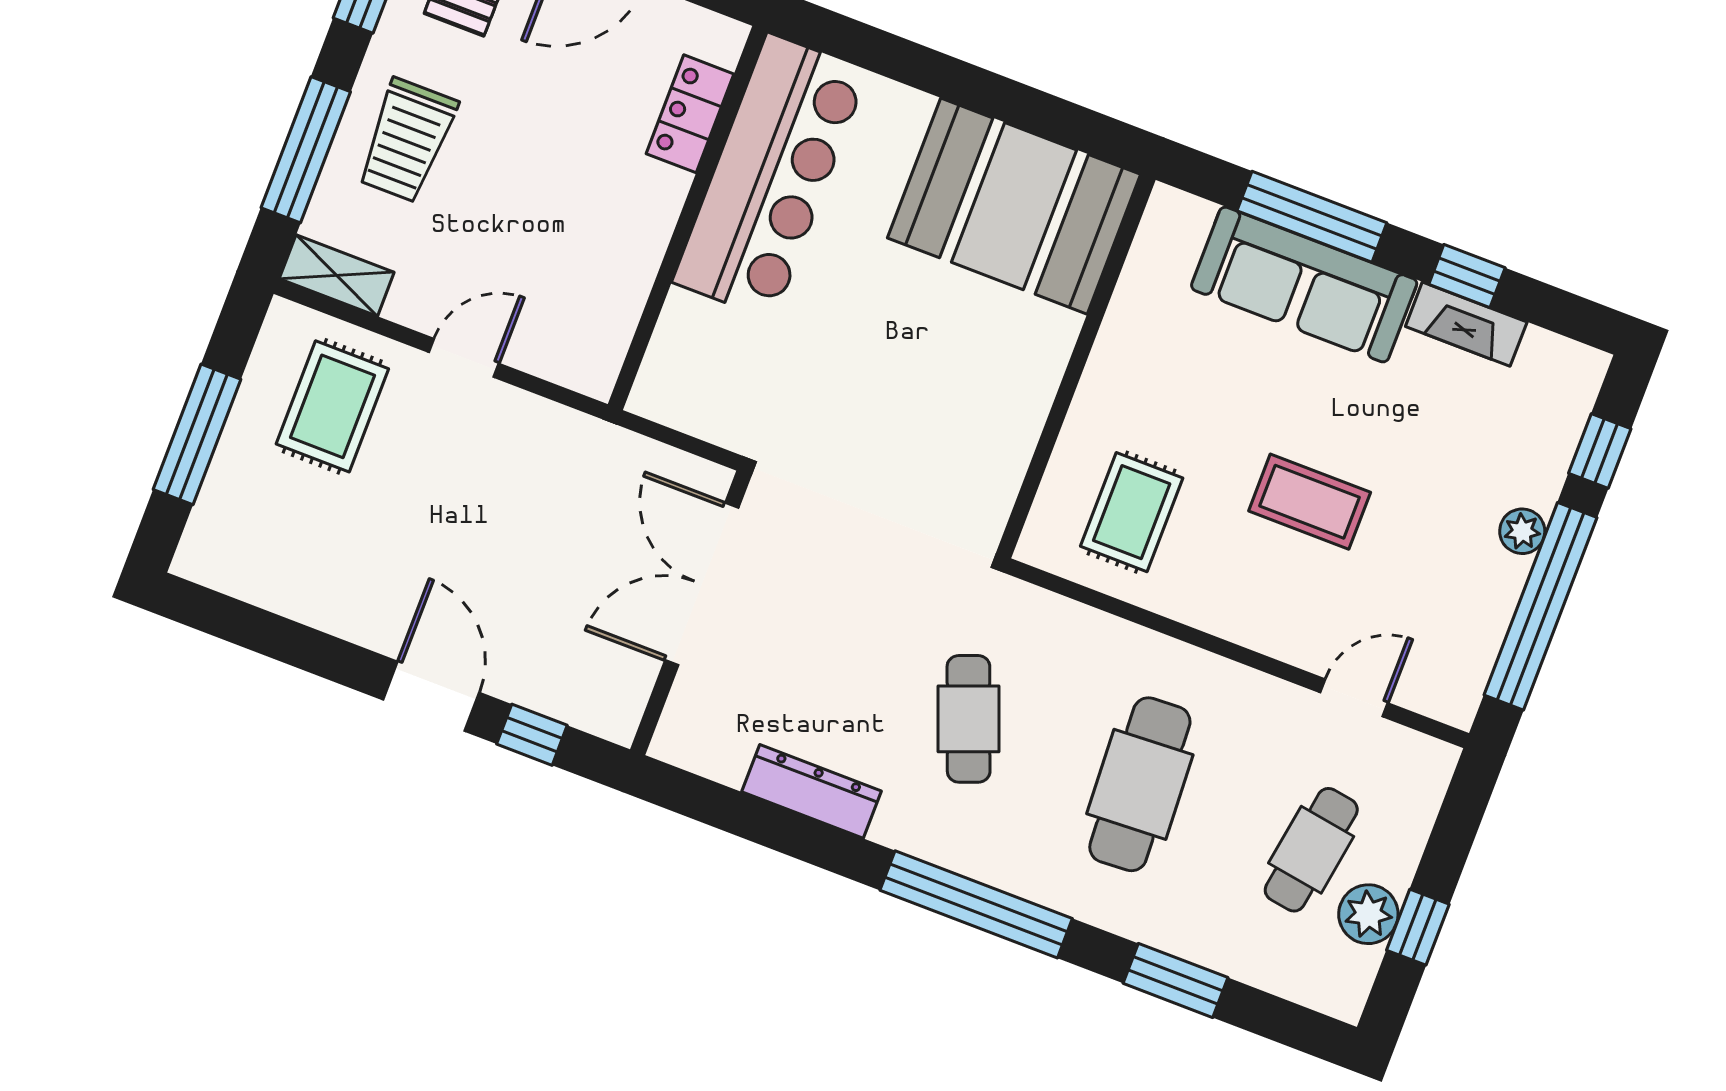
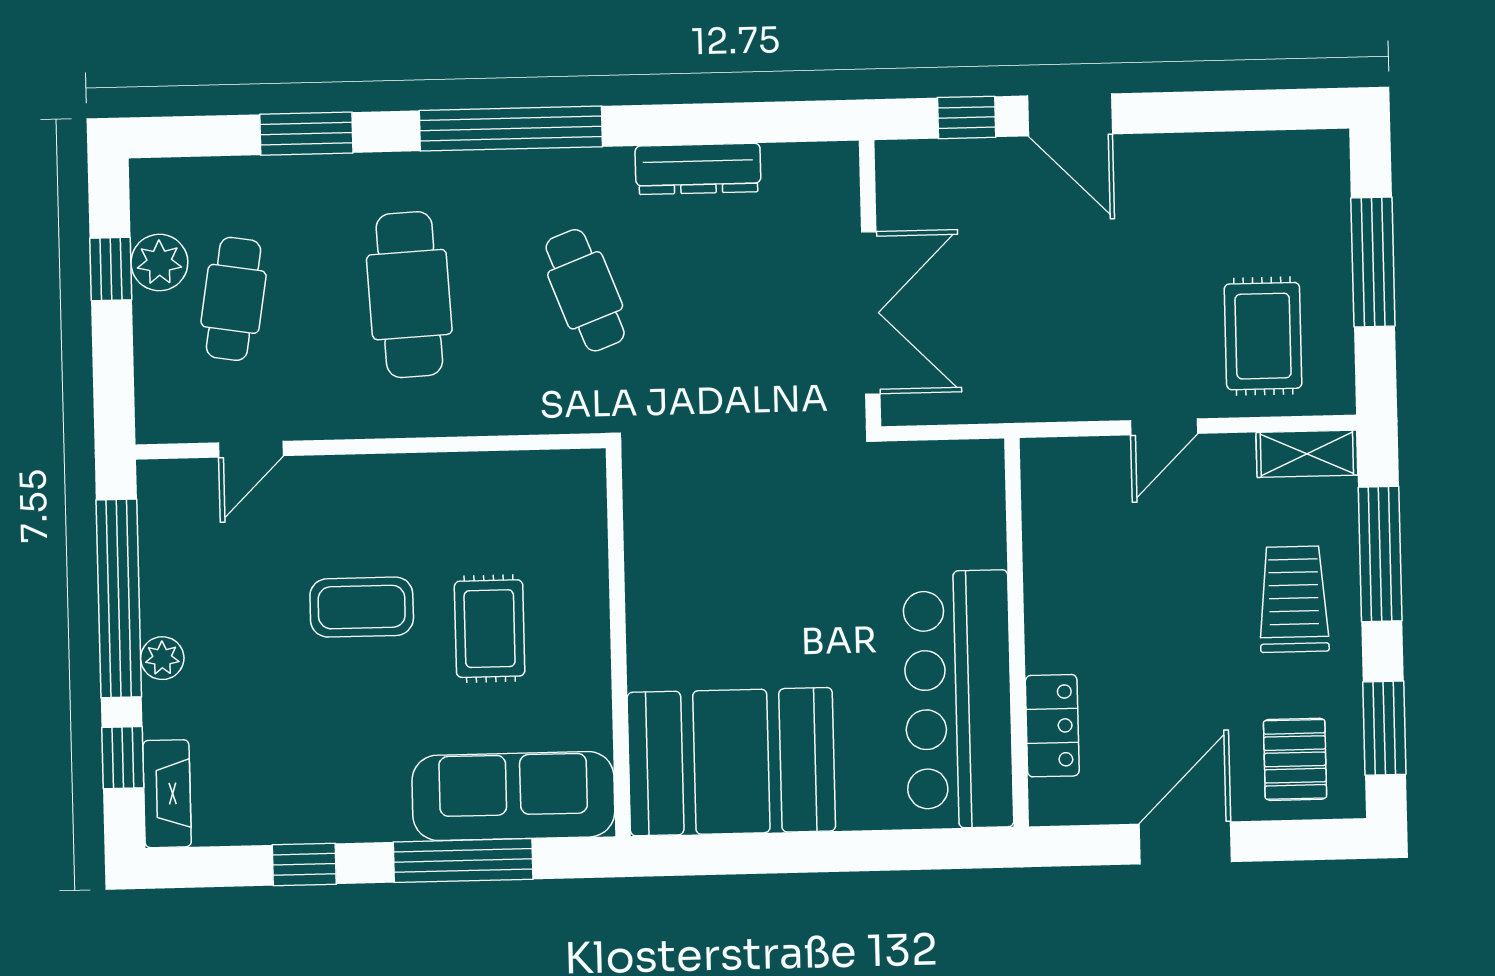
sofa: (1304, 285) -> (513, 796), moved
fireplace: (1466, 324) -> (167, 794), moved, turned 90
rug: (1132, 512) -> (490, 629), moved

